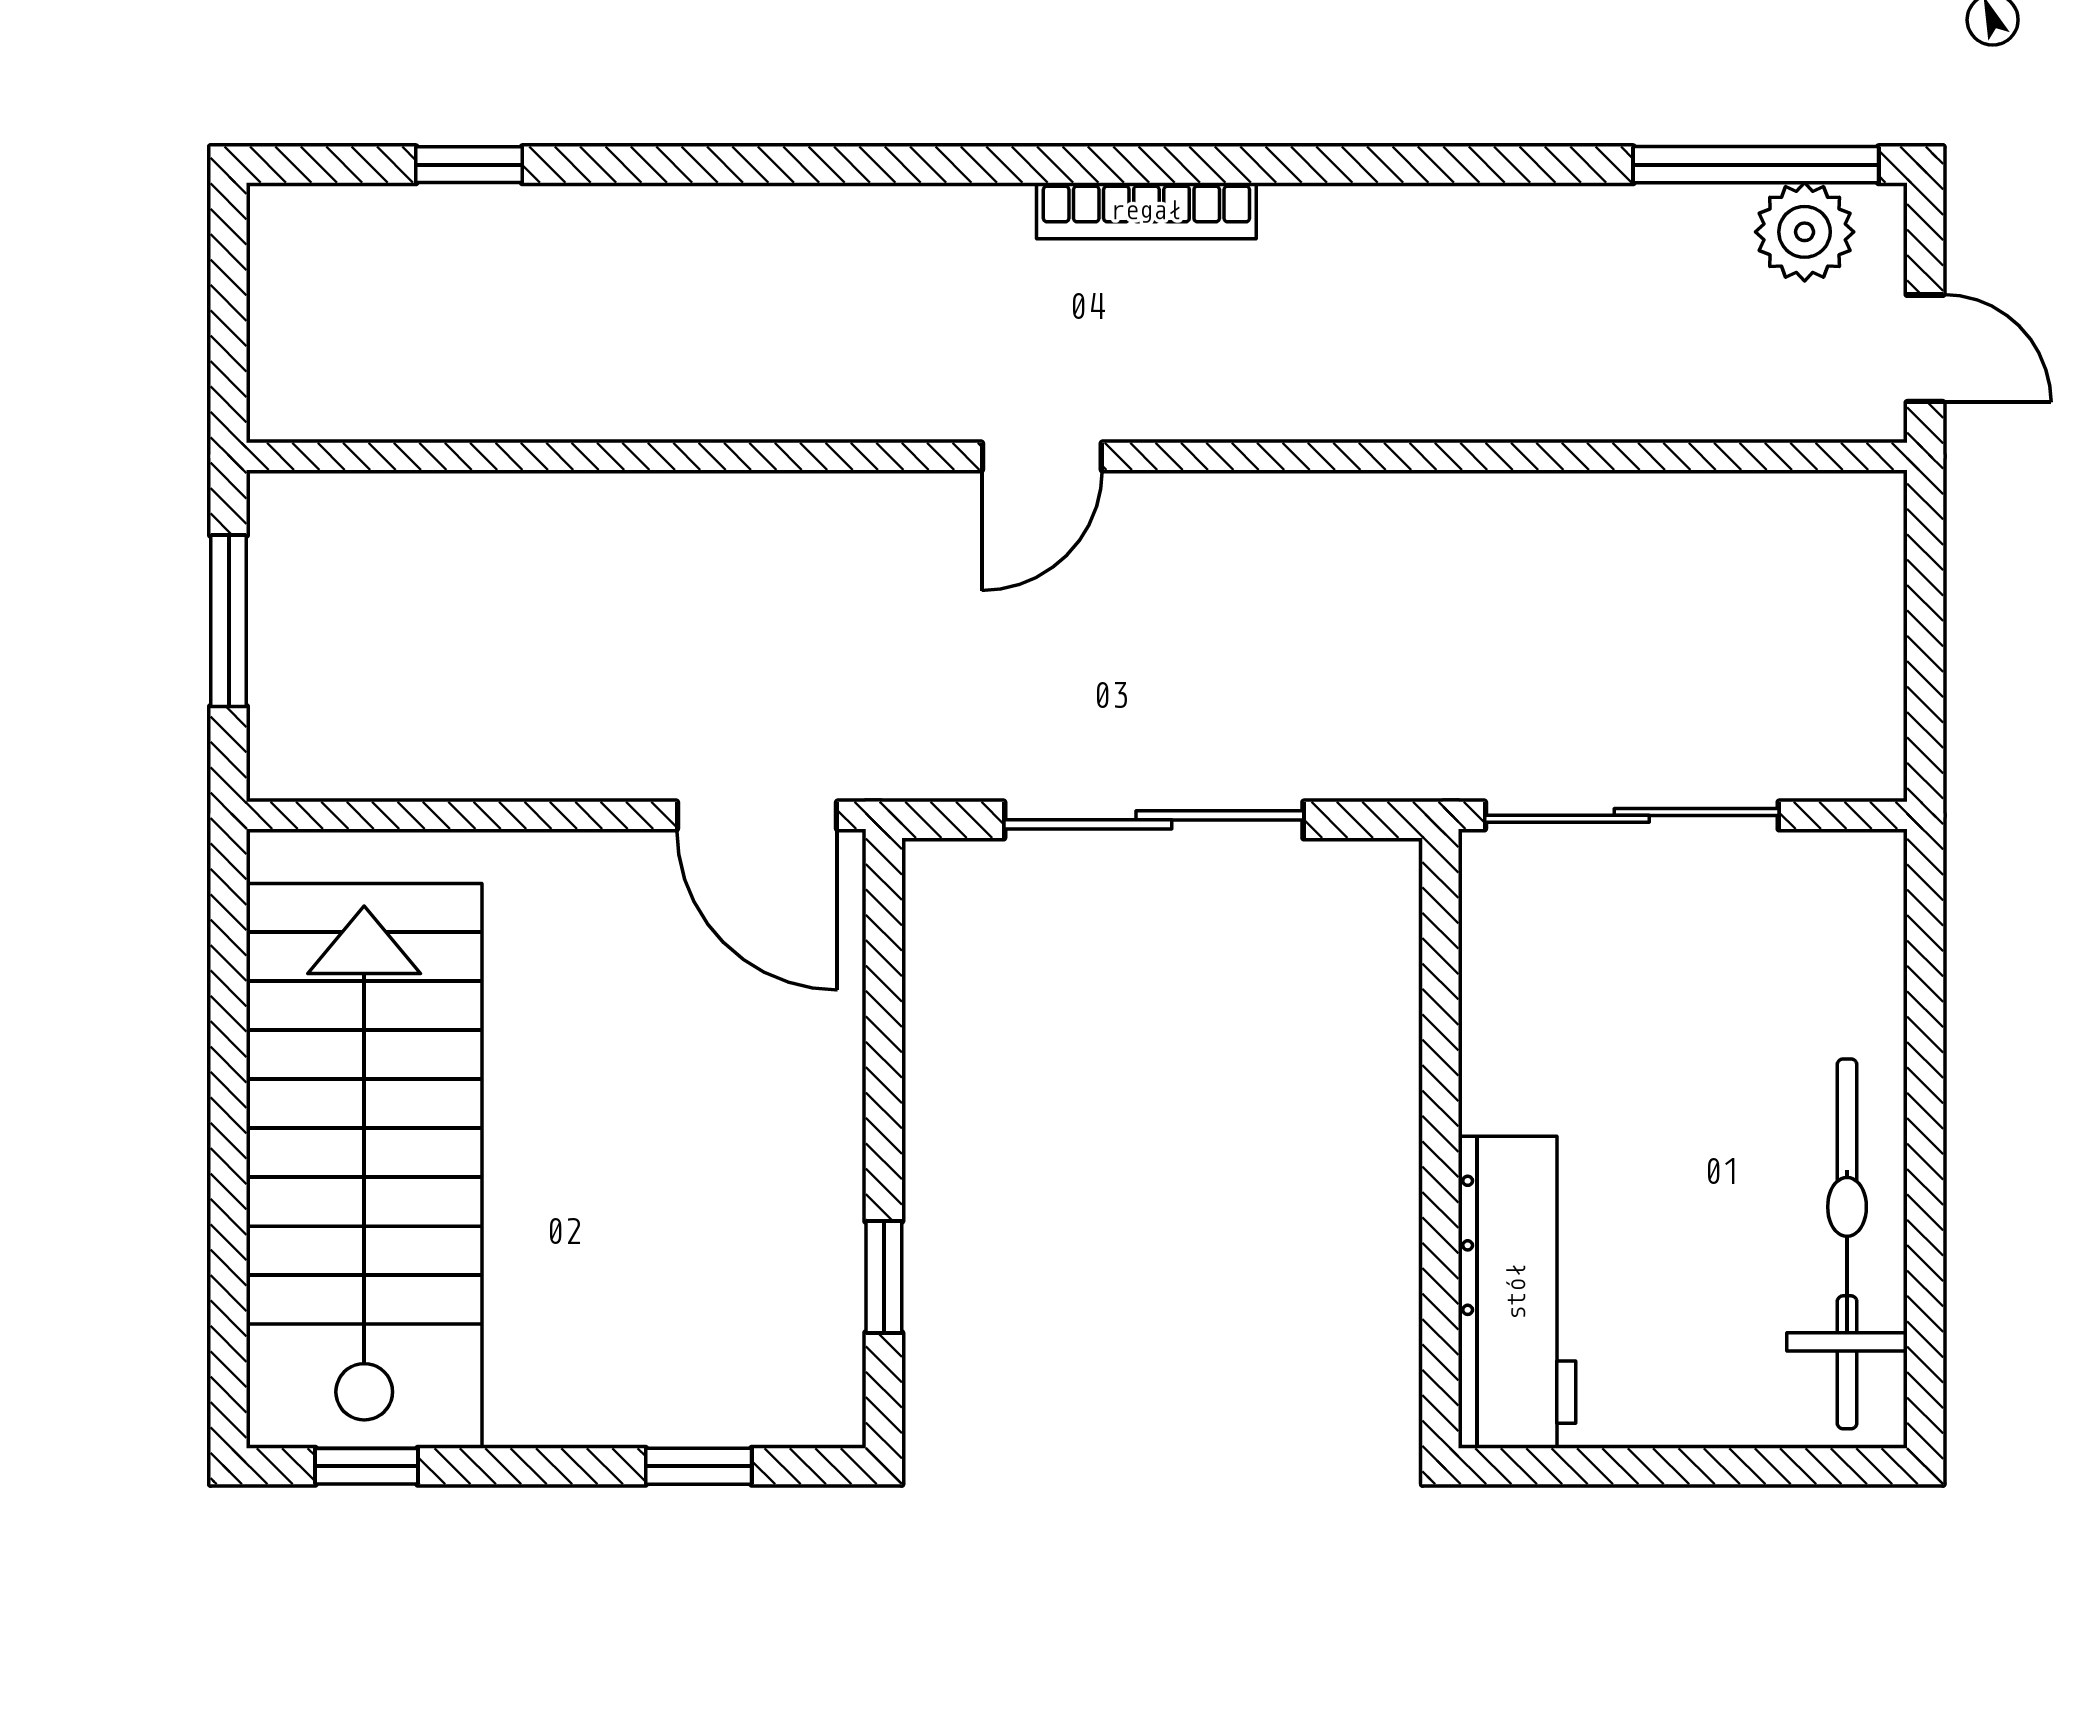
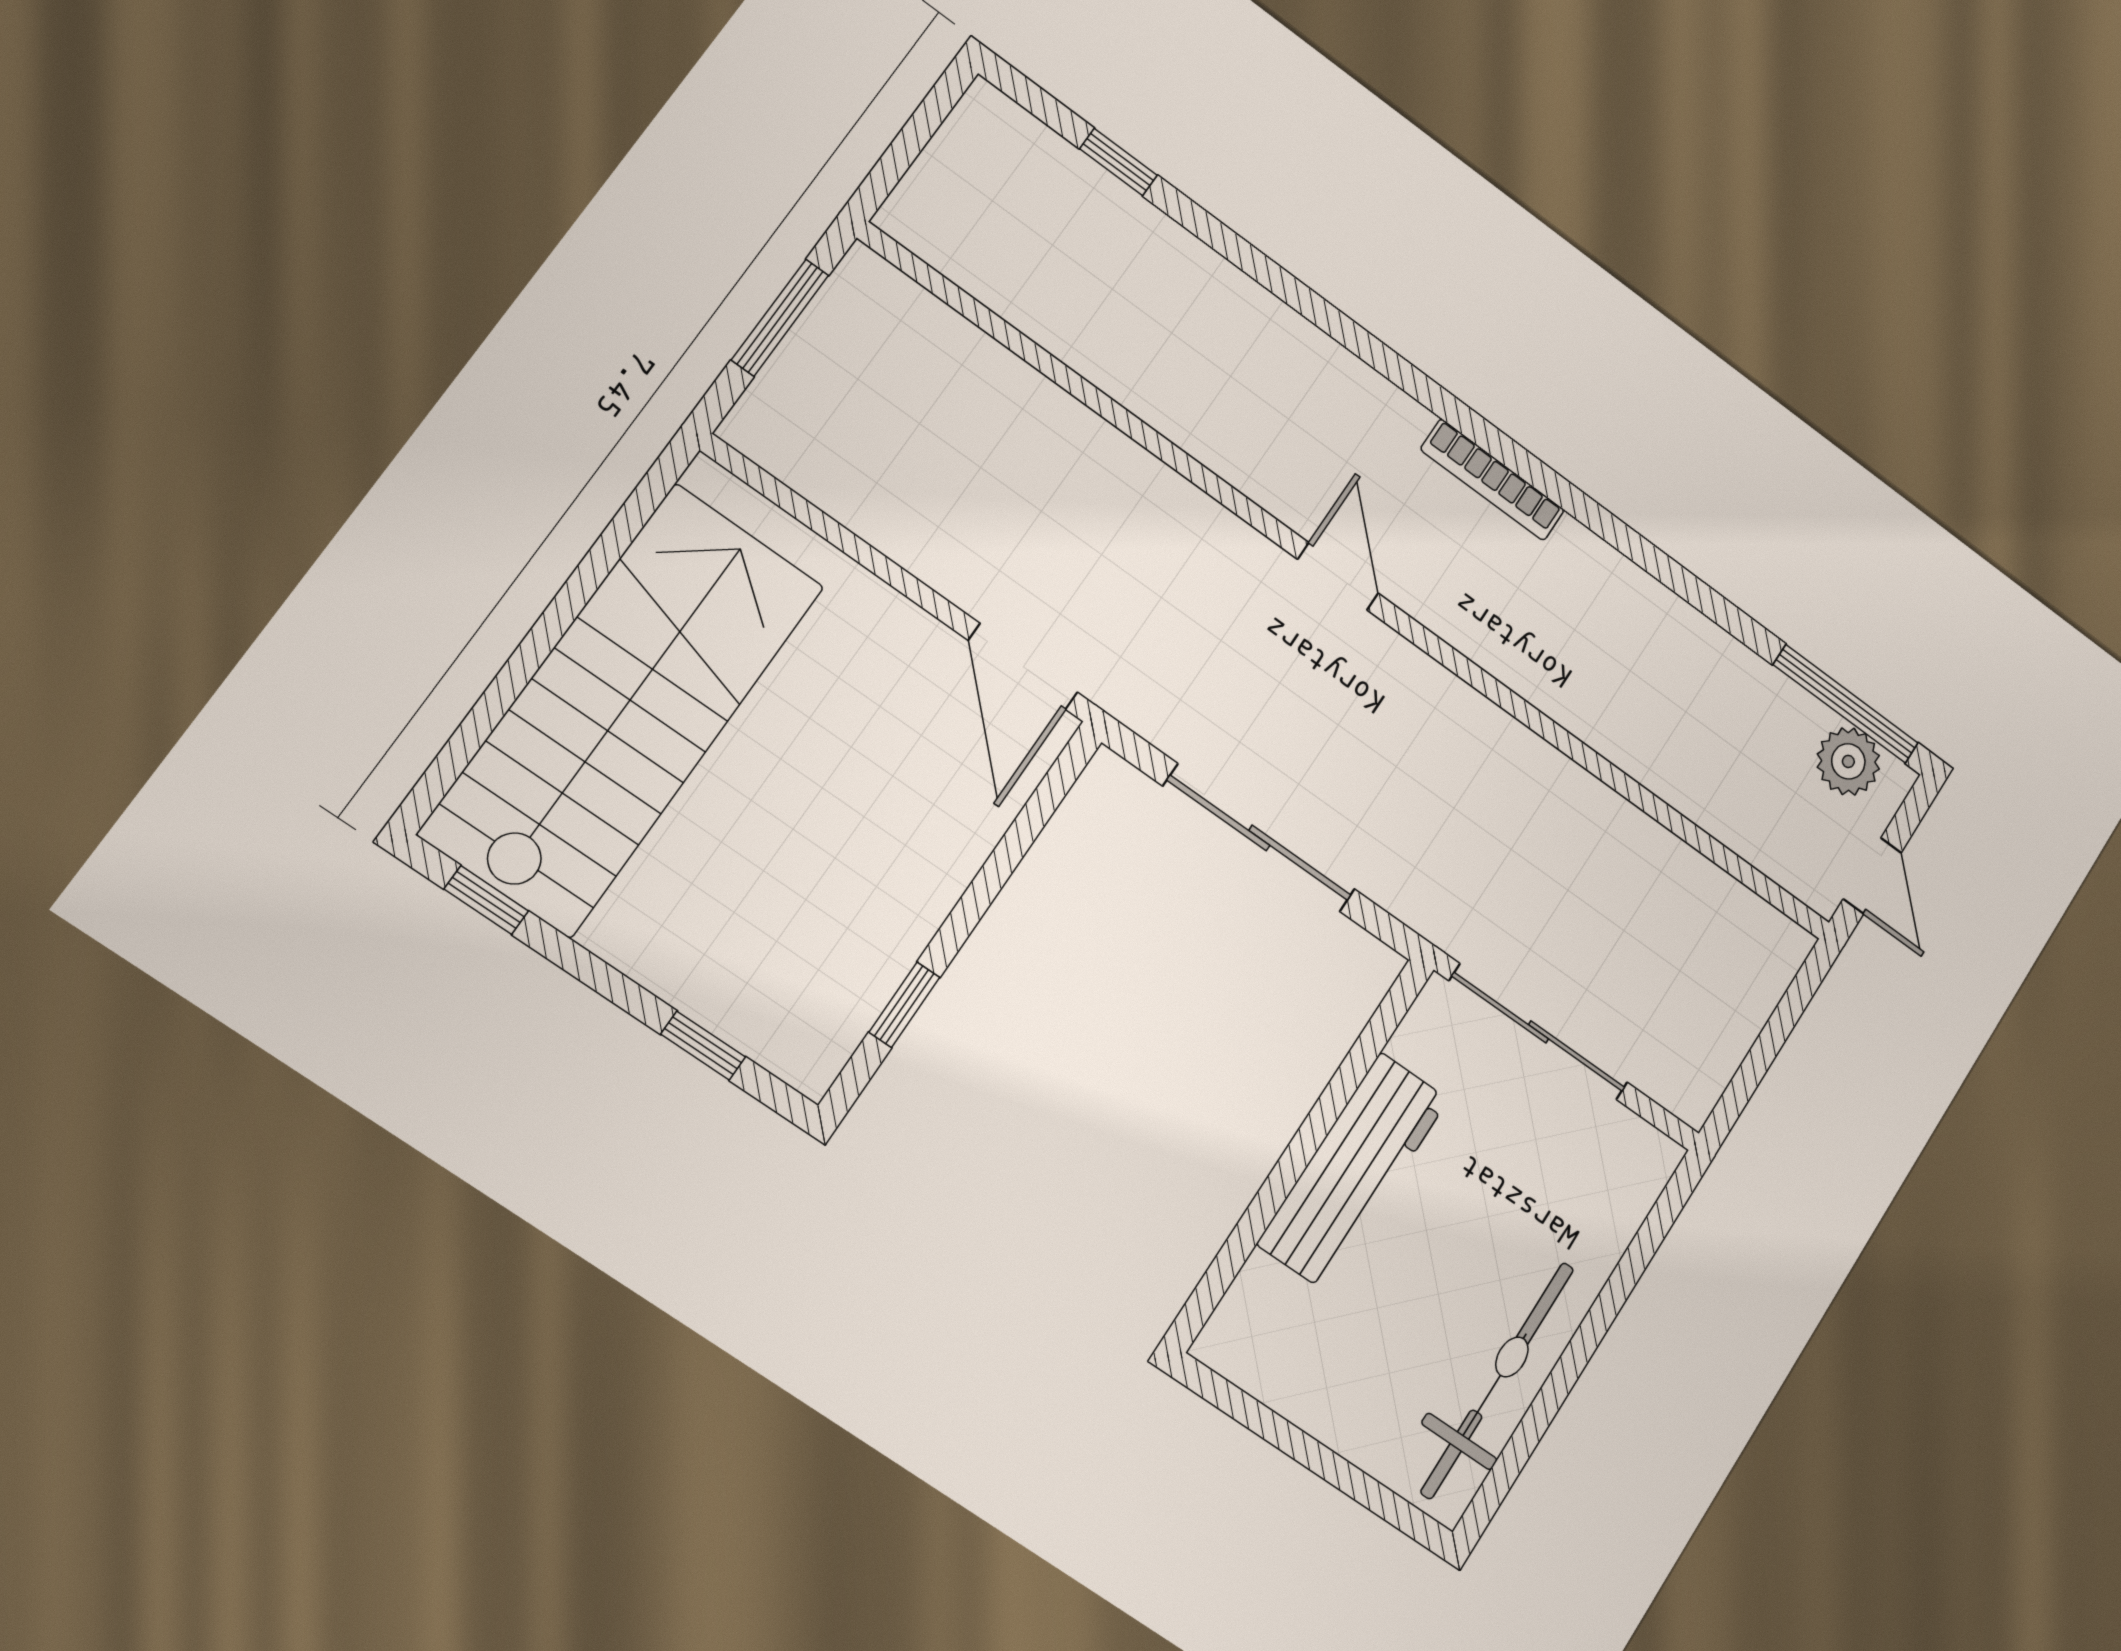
door: (1042, 456) -> (1338, 576), swing flipped
workbench: (1517, 1292) -> (1353, 1171), moved

